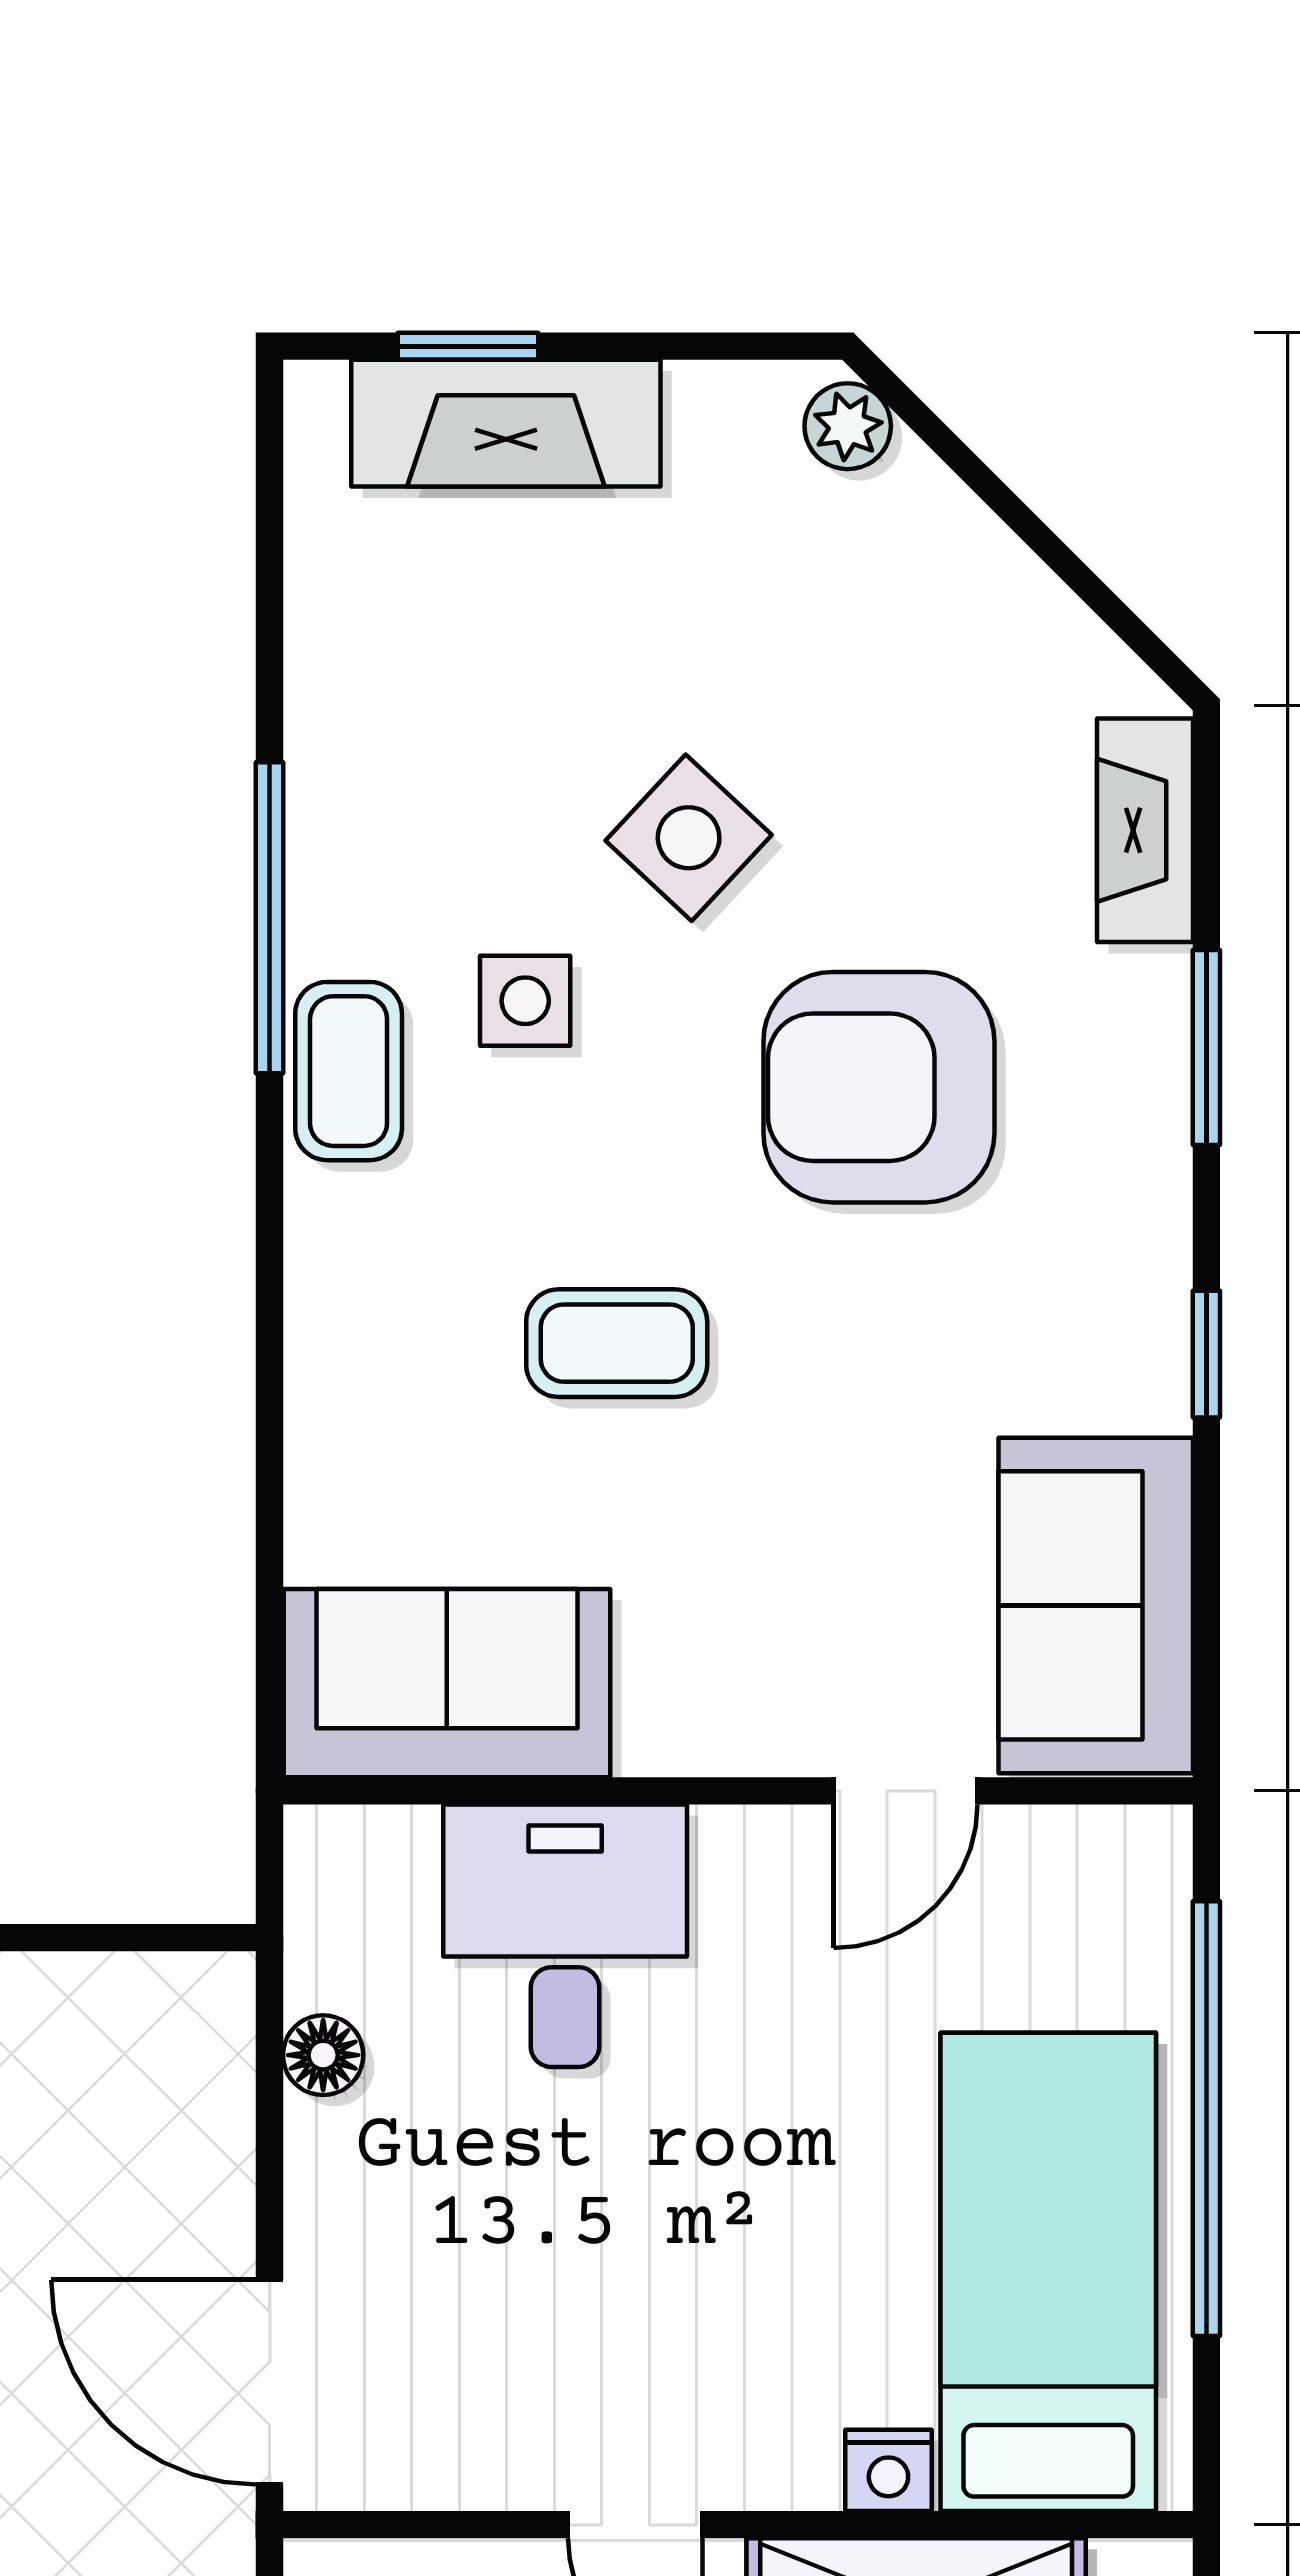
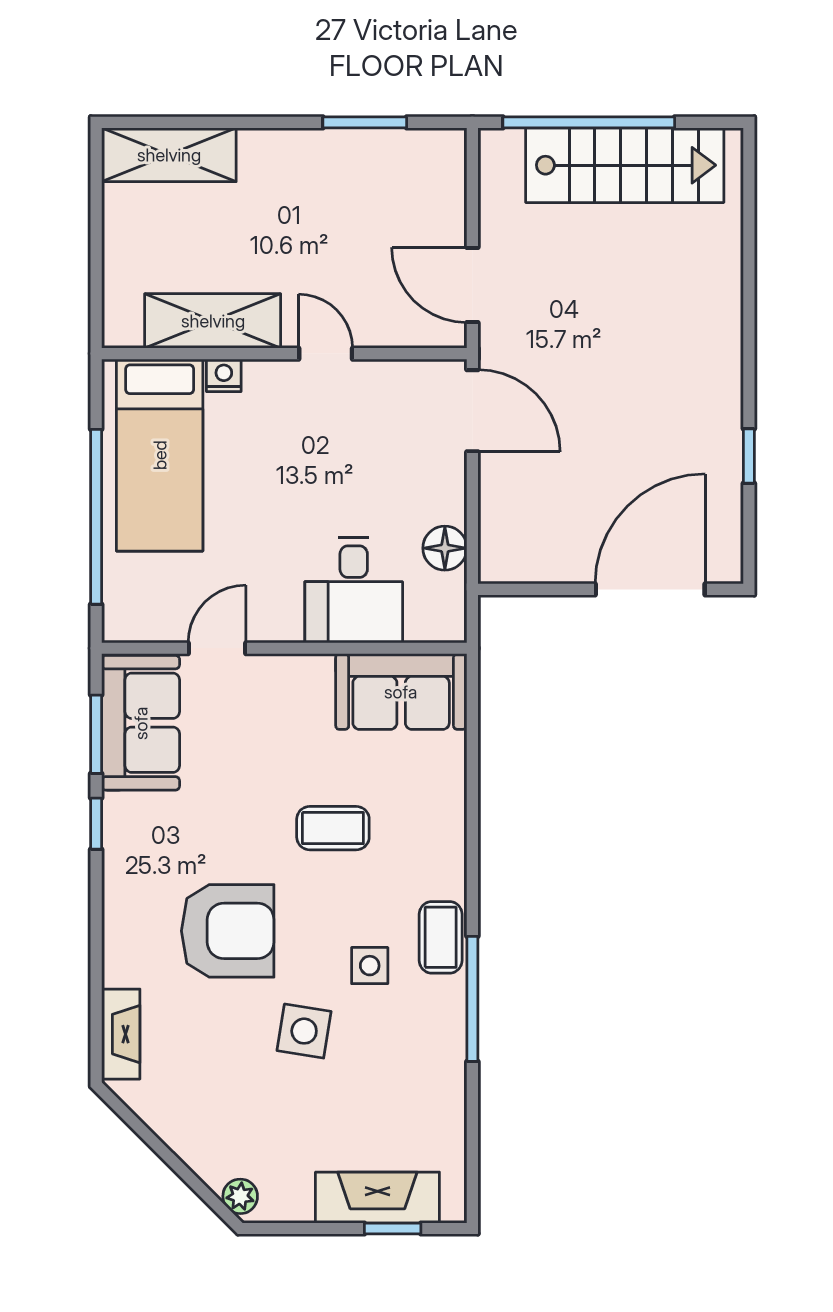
side table: (689, 838) -> (304, 1031), turned -34
window: (1206, 1048) -> (96, 734), moved
floor lamp: (323, 2055) -> (445, 548), width x1.37, depth x1.37

